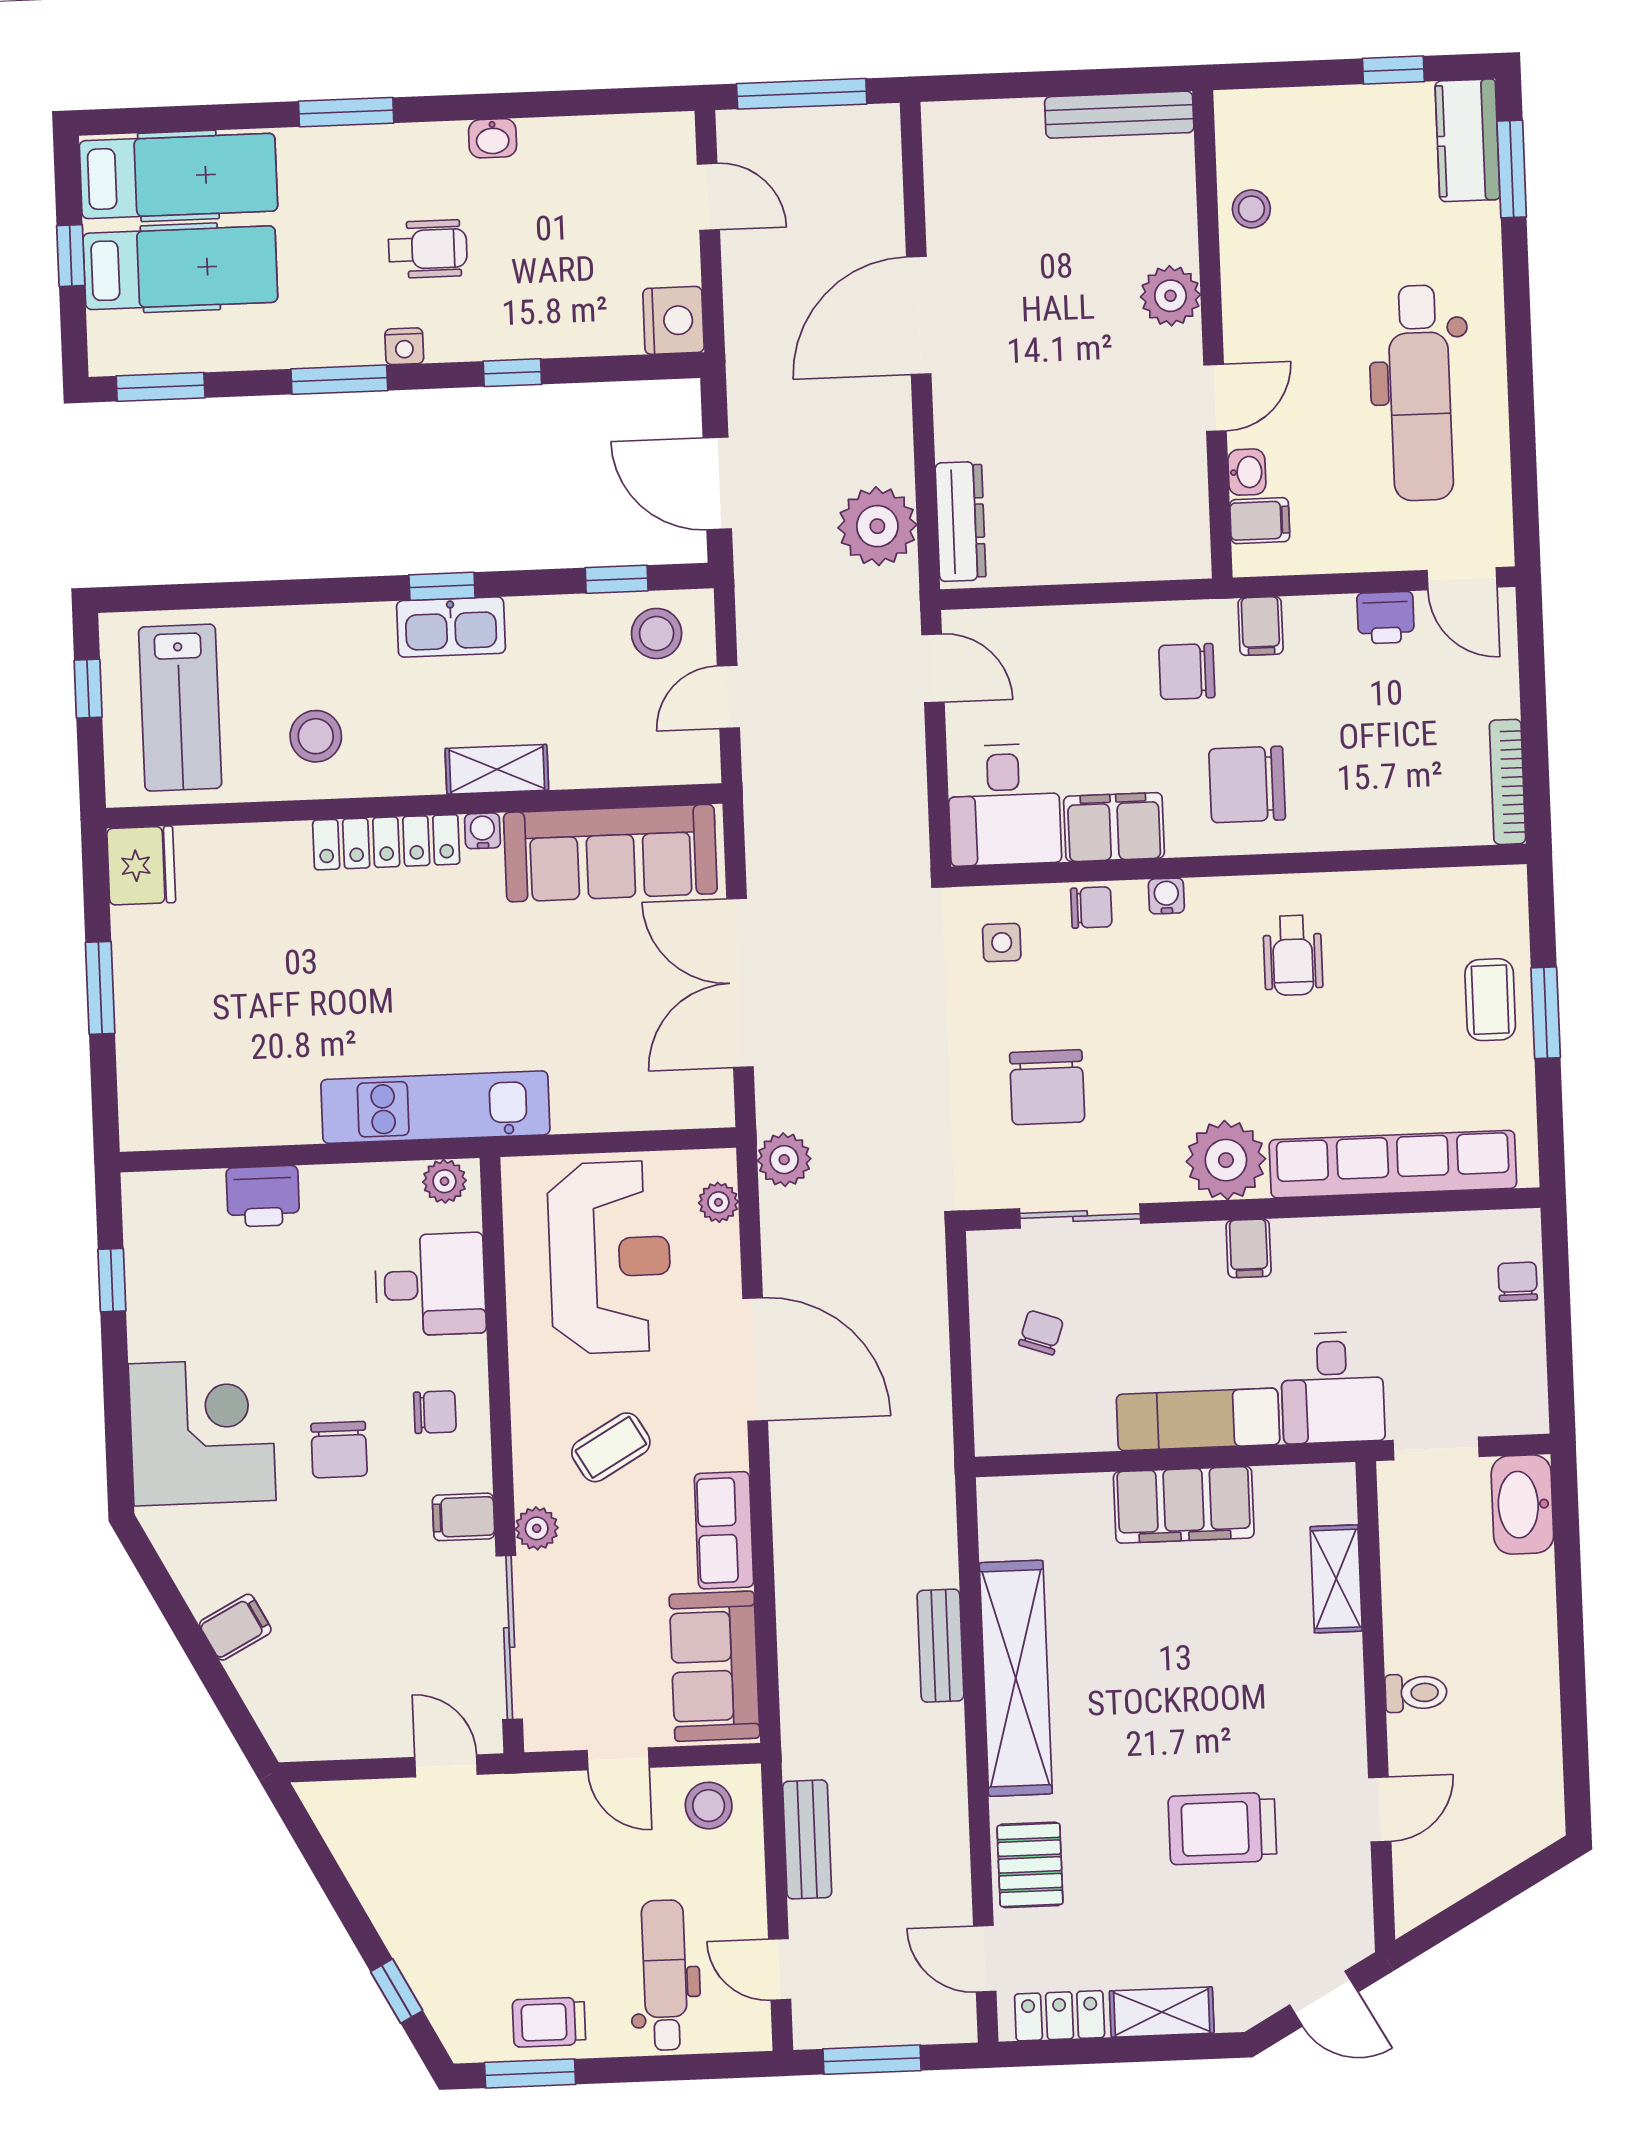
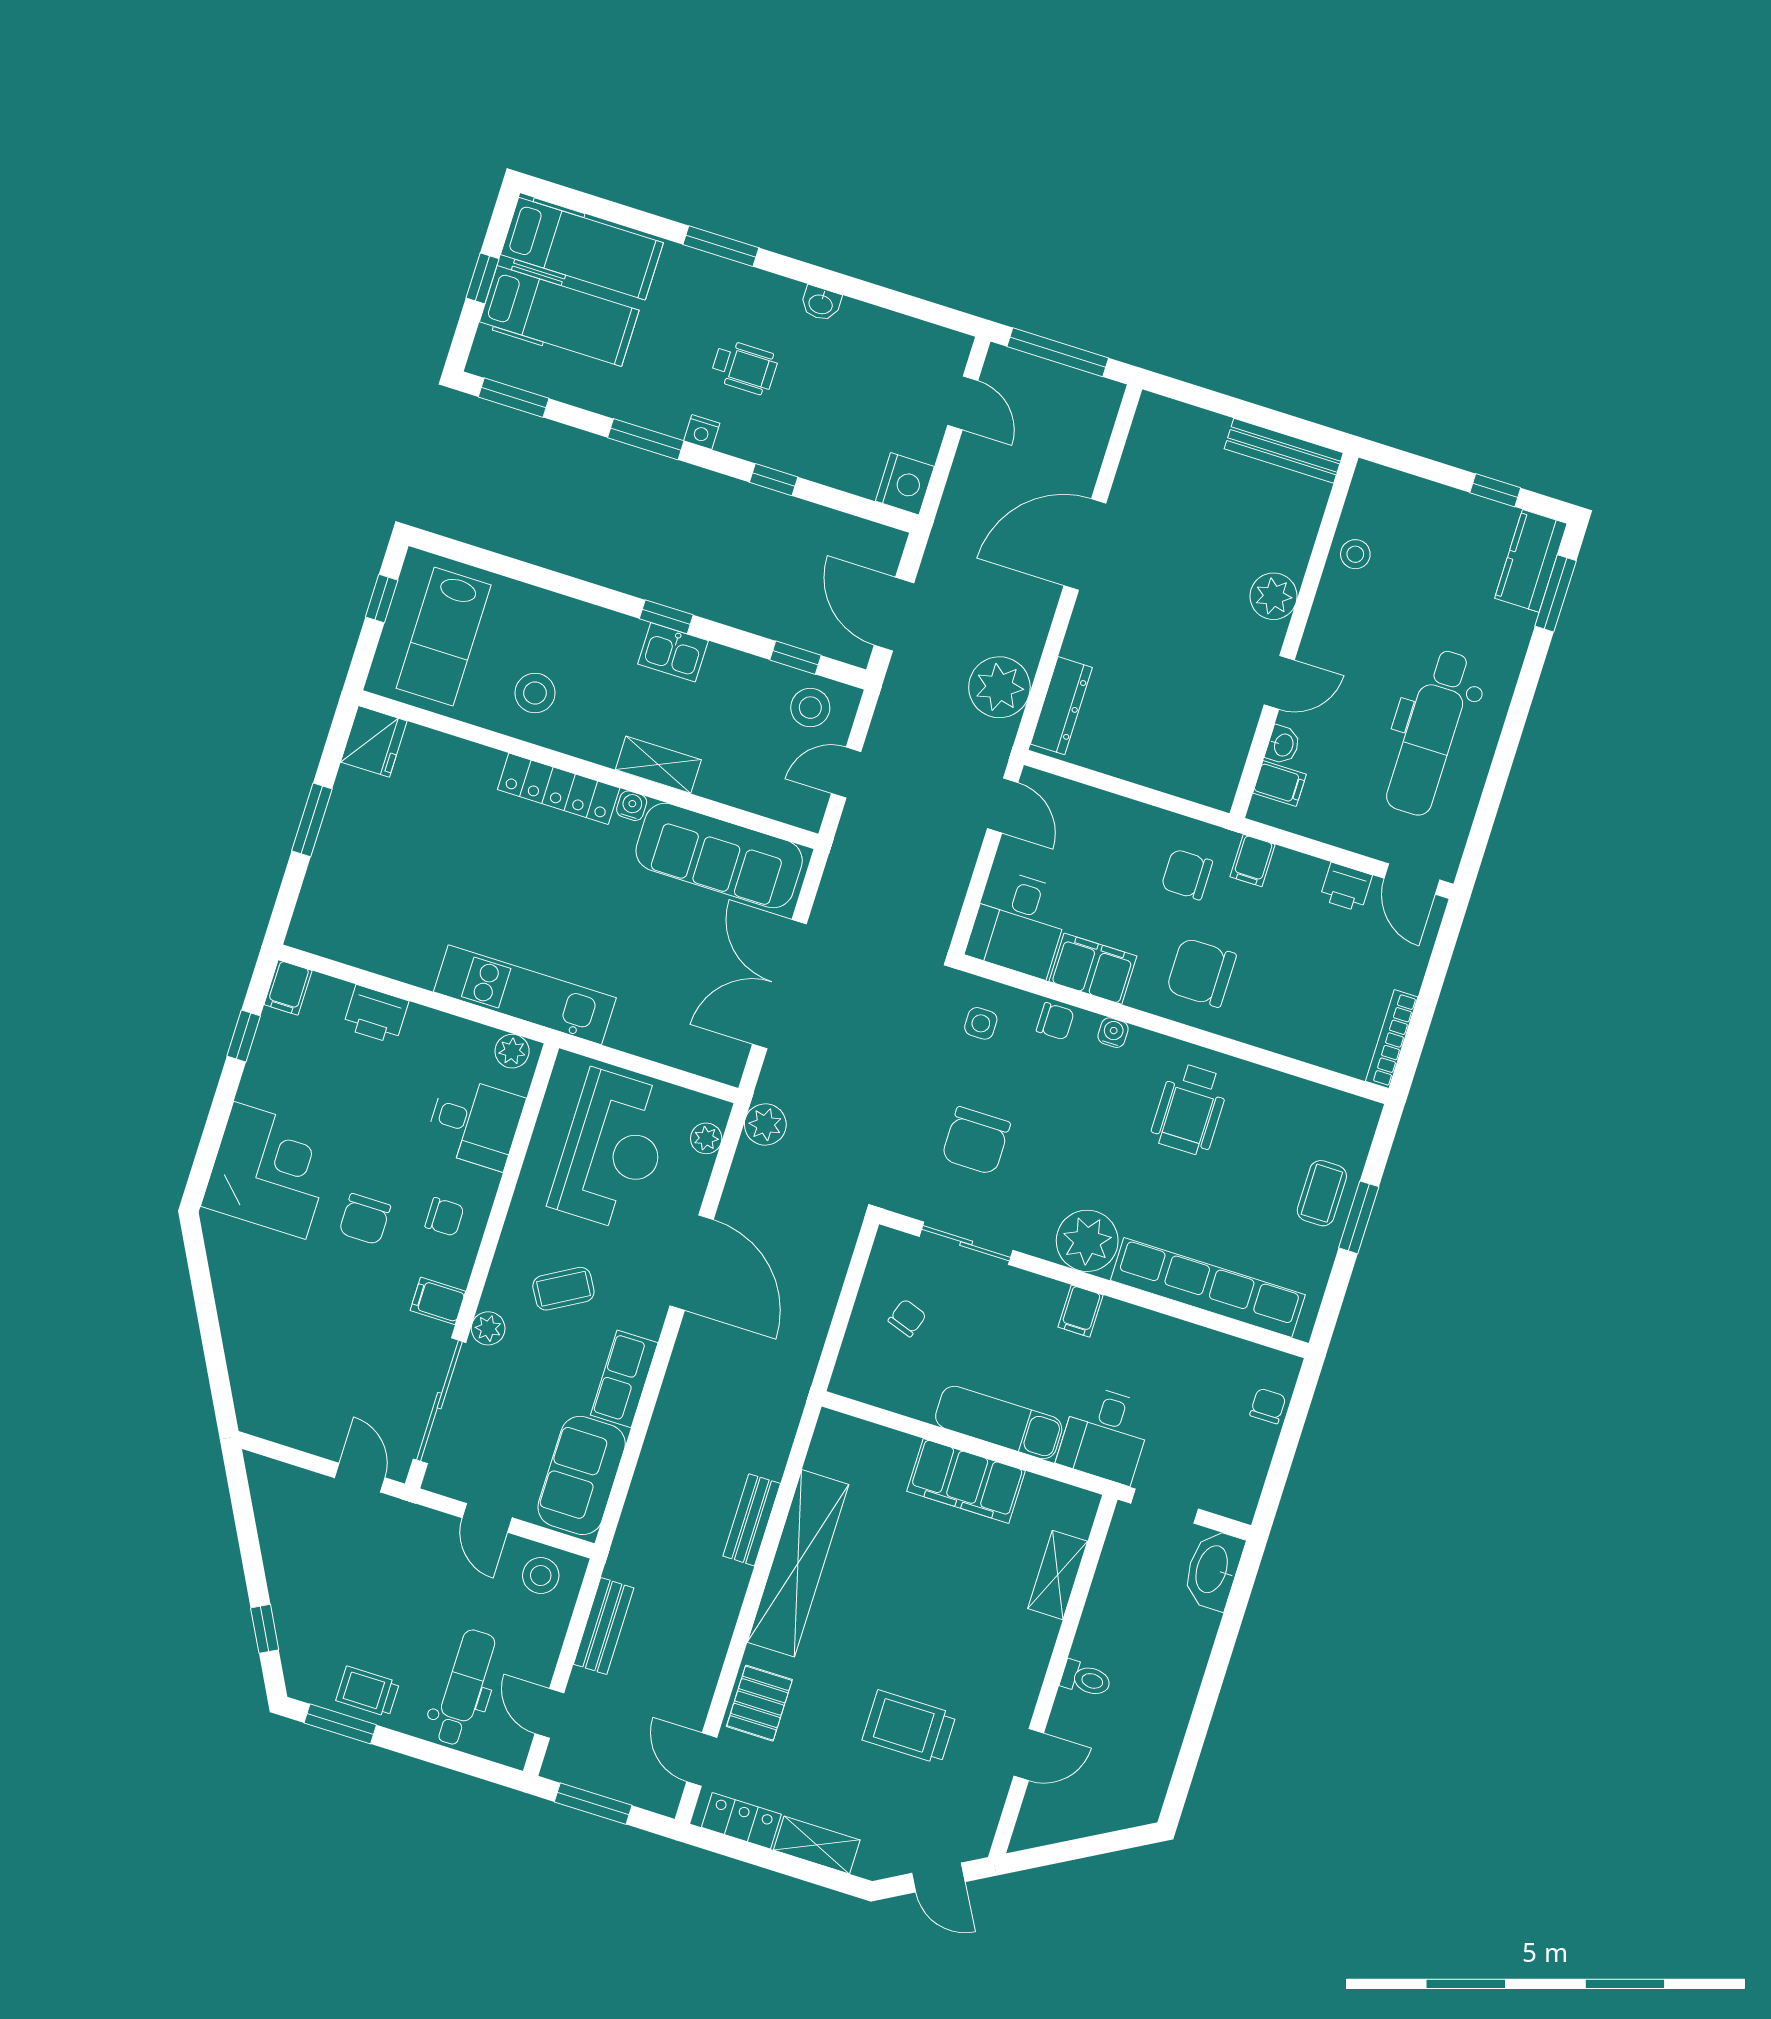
kitchen sink: (451, 627) -> (673, 652), width x0.73
wheelchair: (1293, 955) -> (1190, 1109), width x1.36, depth x1.37
filing cabinet: (235, 1627) -> (288, 988), moved, turned 118

